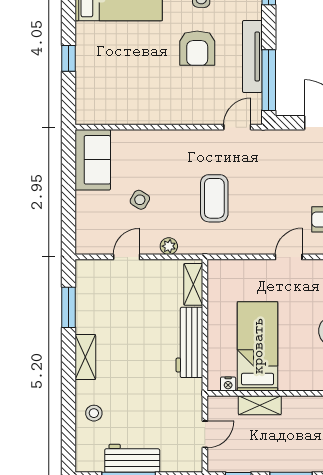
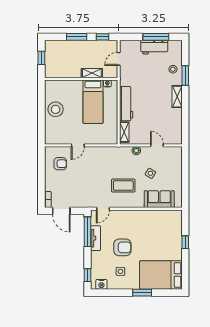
armchair: (197, 48) -> (122, 247), turned 90
tv unit: (252, 56) -> (96, 238), width x0.71
sofa: (93, 160) -> (159, 199), moved, turned 90
coffee table: (214, 198) -> (123, 186), moved, turned 90
door: (127, 257) -> (157, 145), swing flipped
window: (69, 307) -> (185, 75), moved

